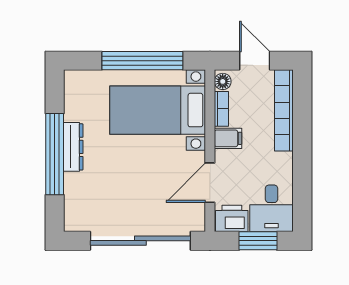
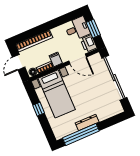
window: (142, 61) -> (39, 109), width x0.32
window: (55, 154) -> (81, 134), moved

